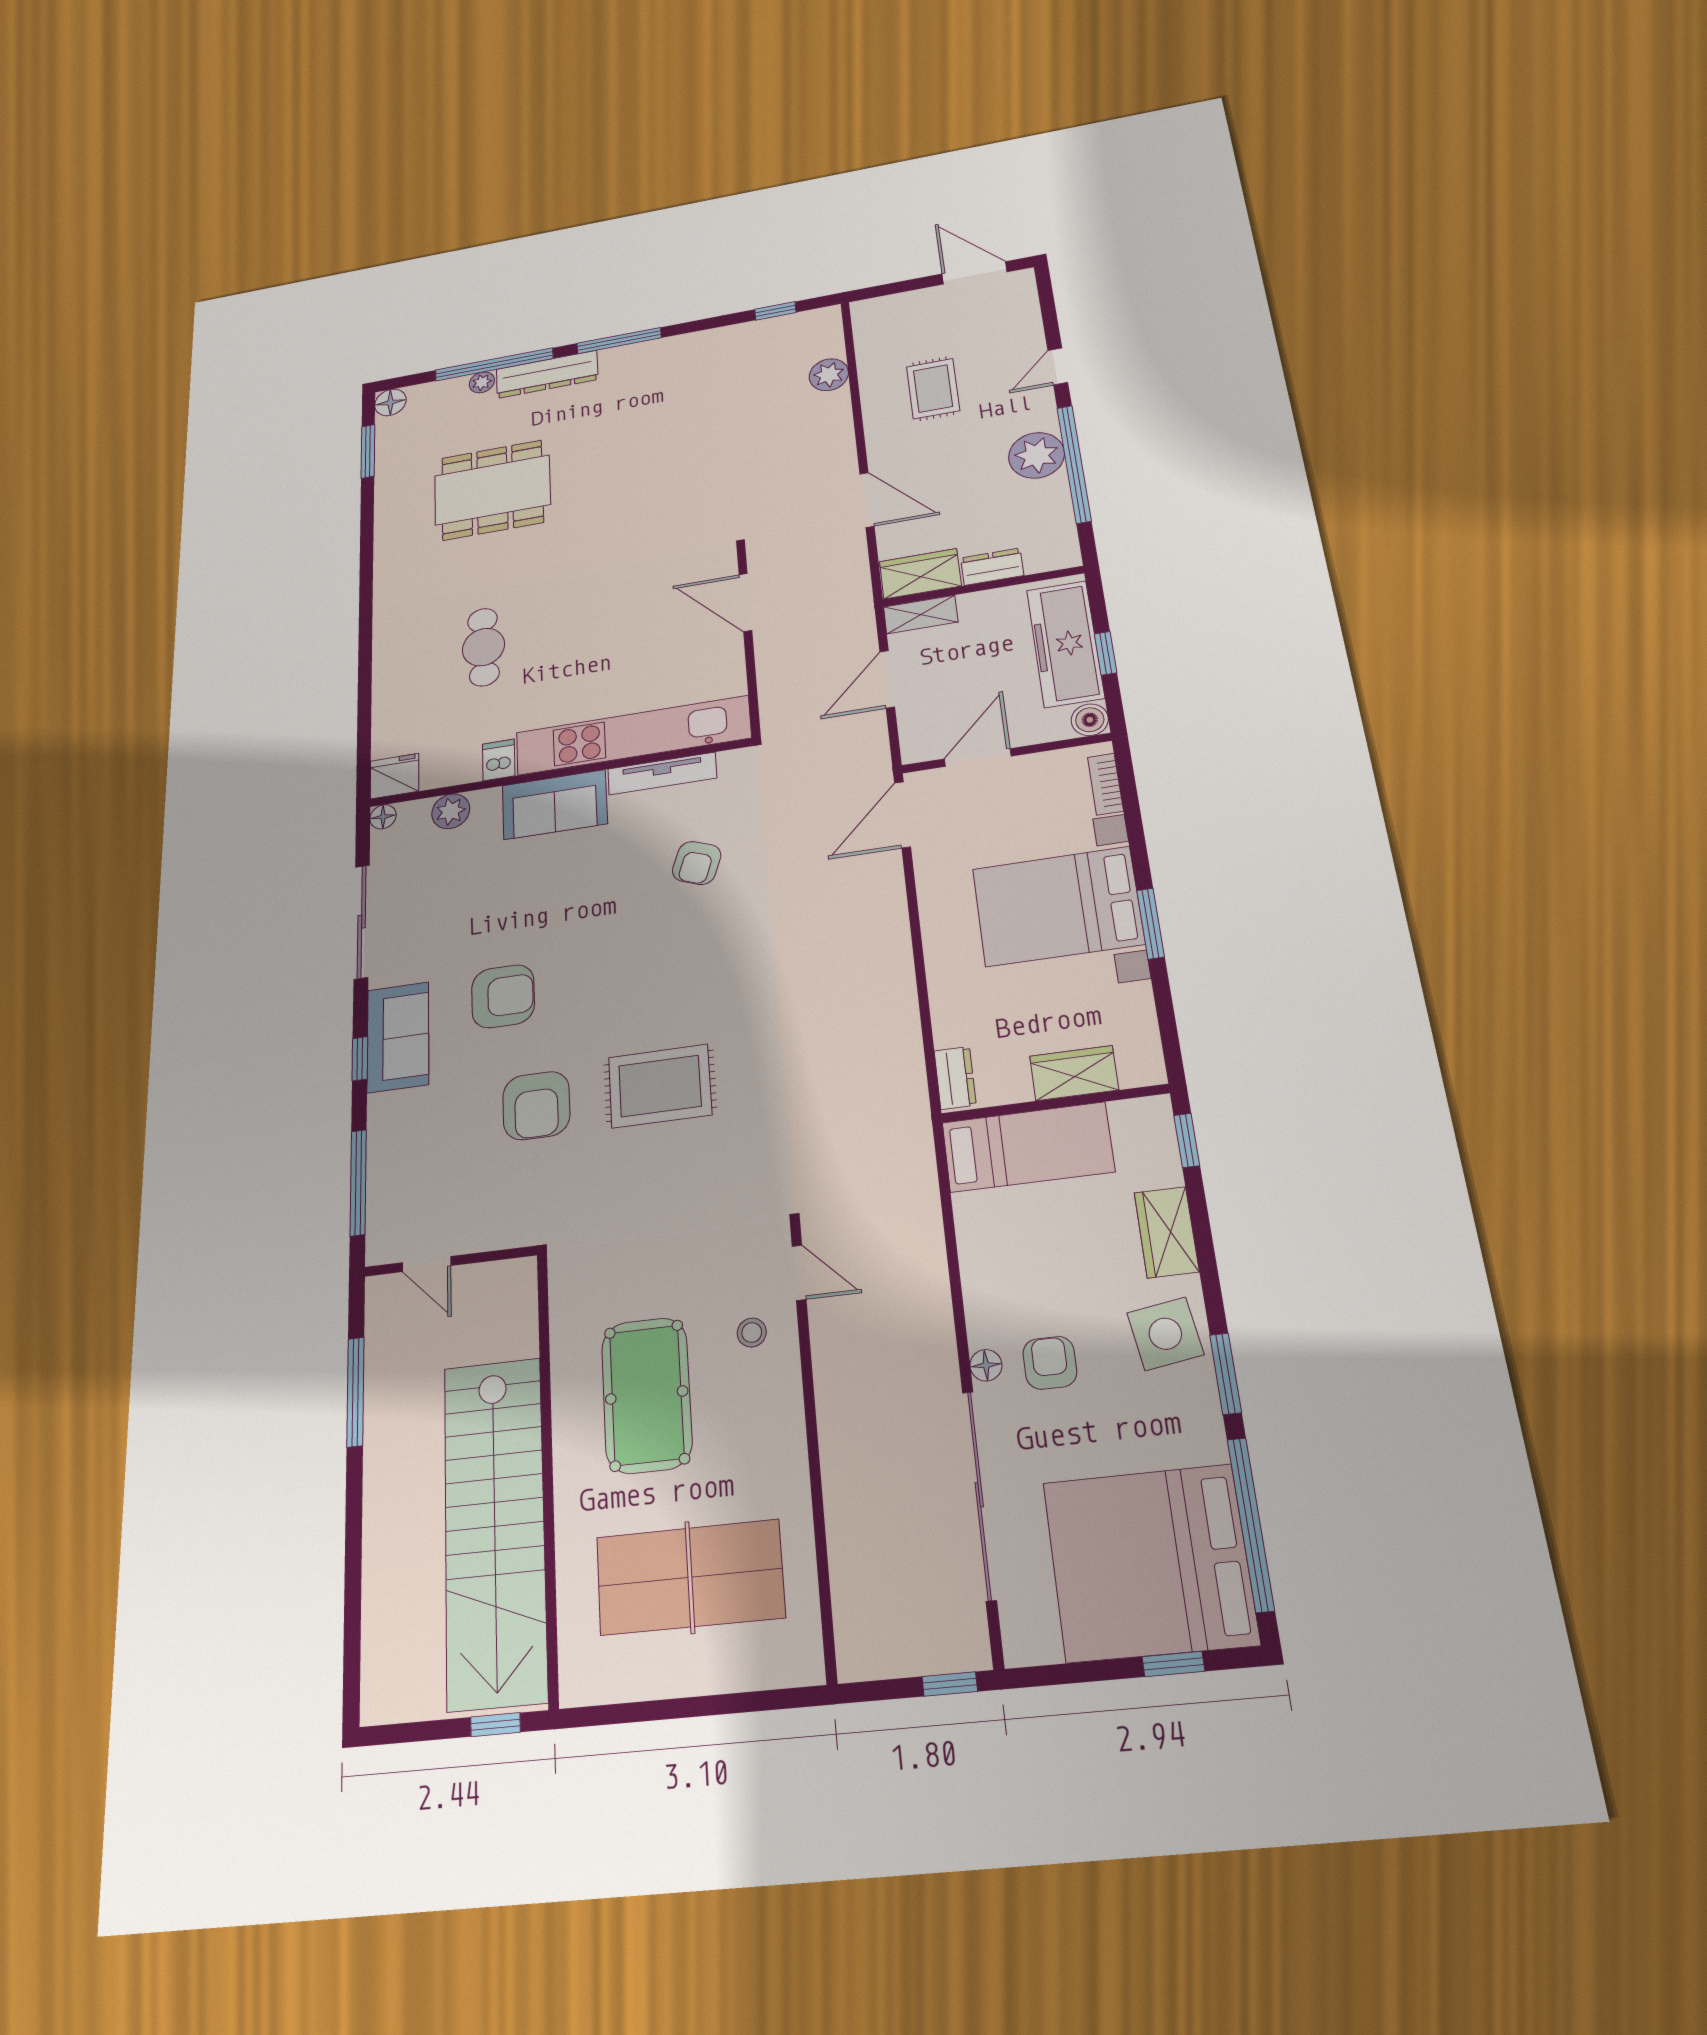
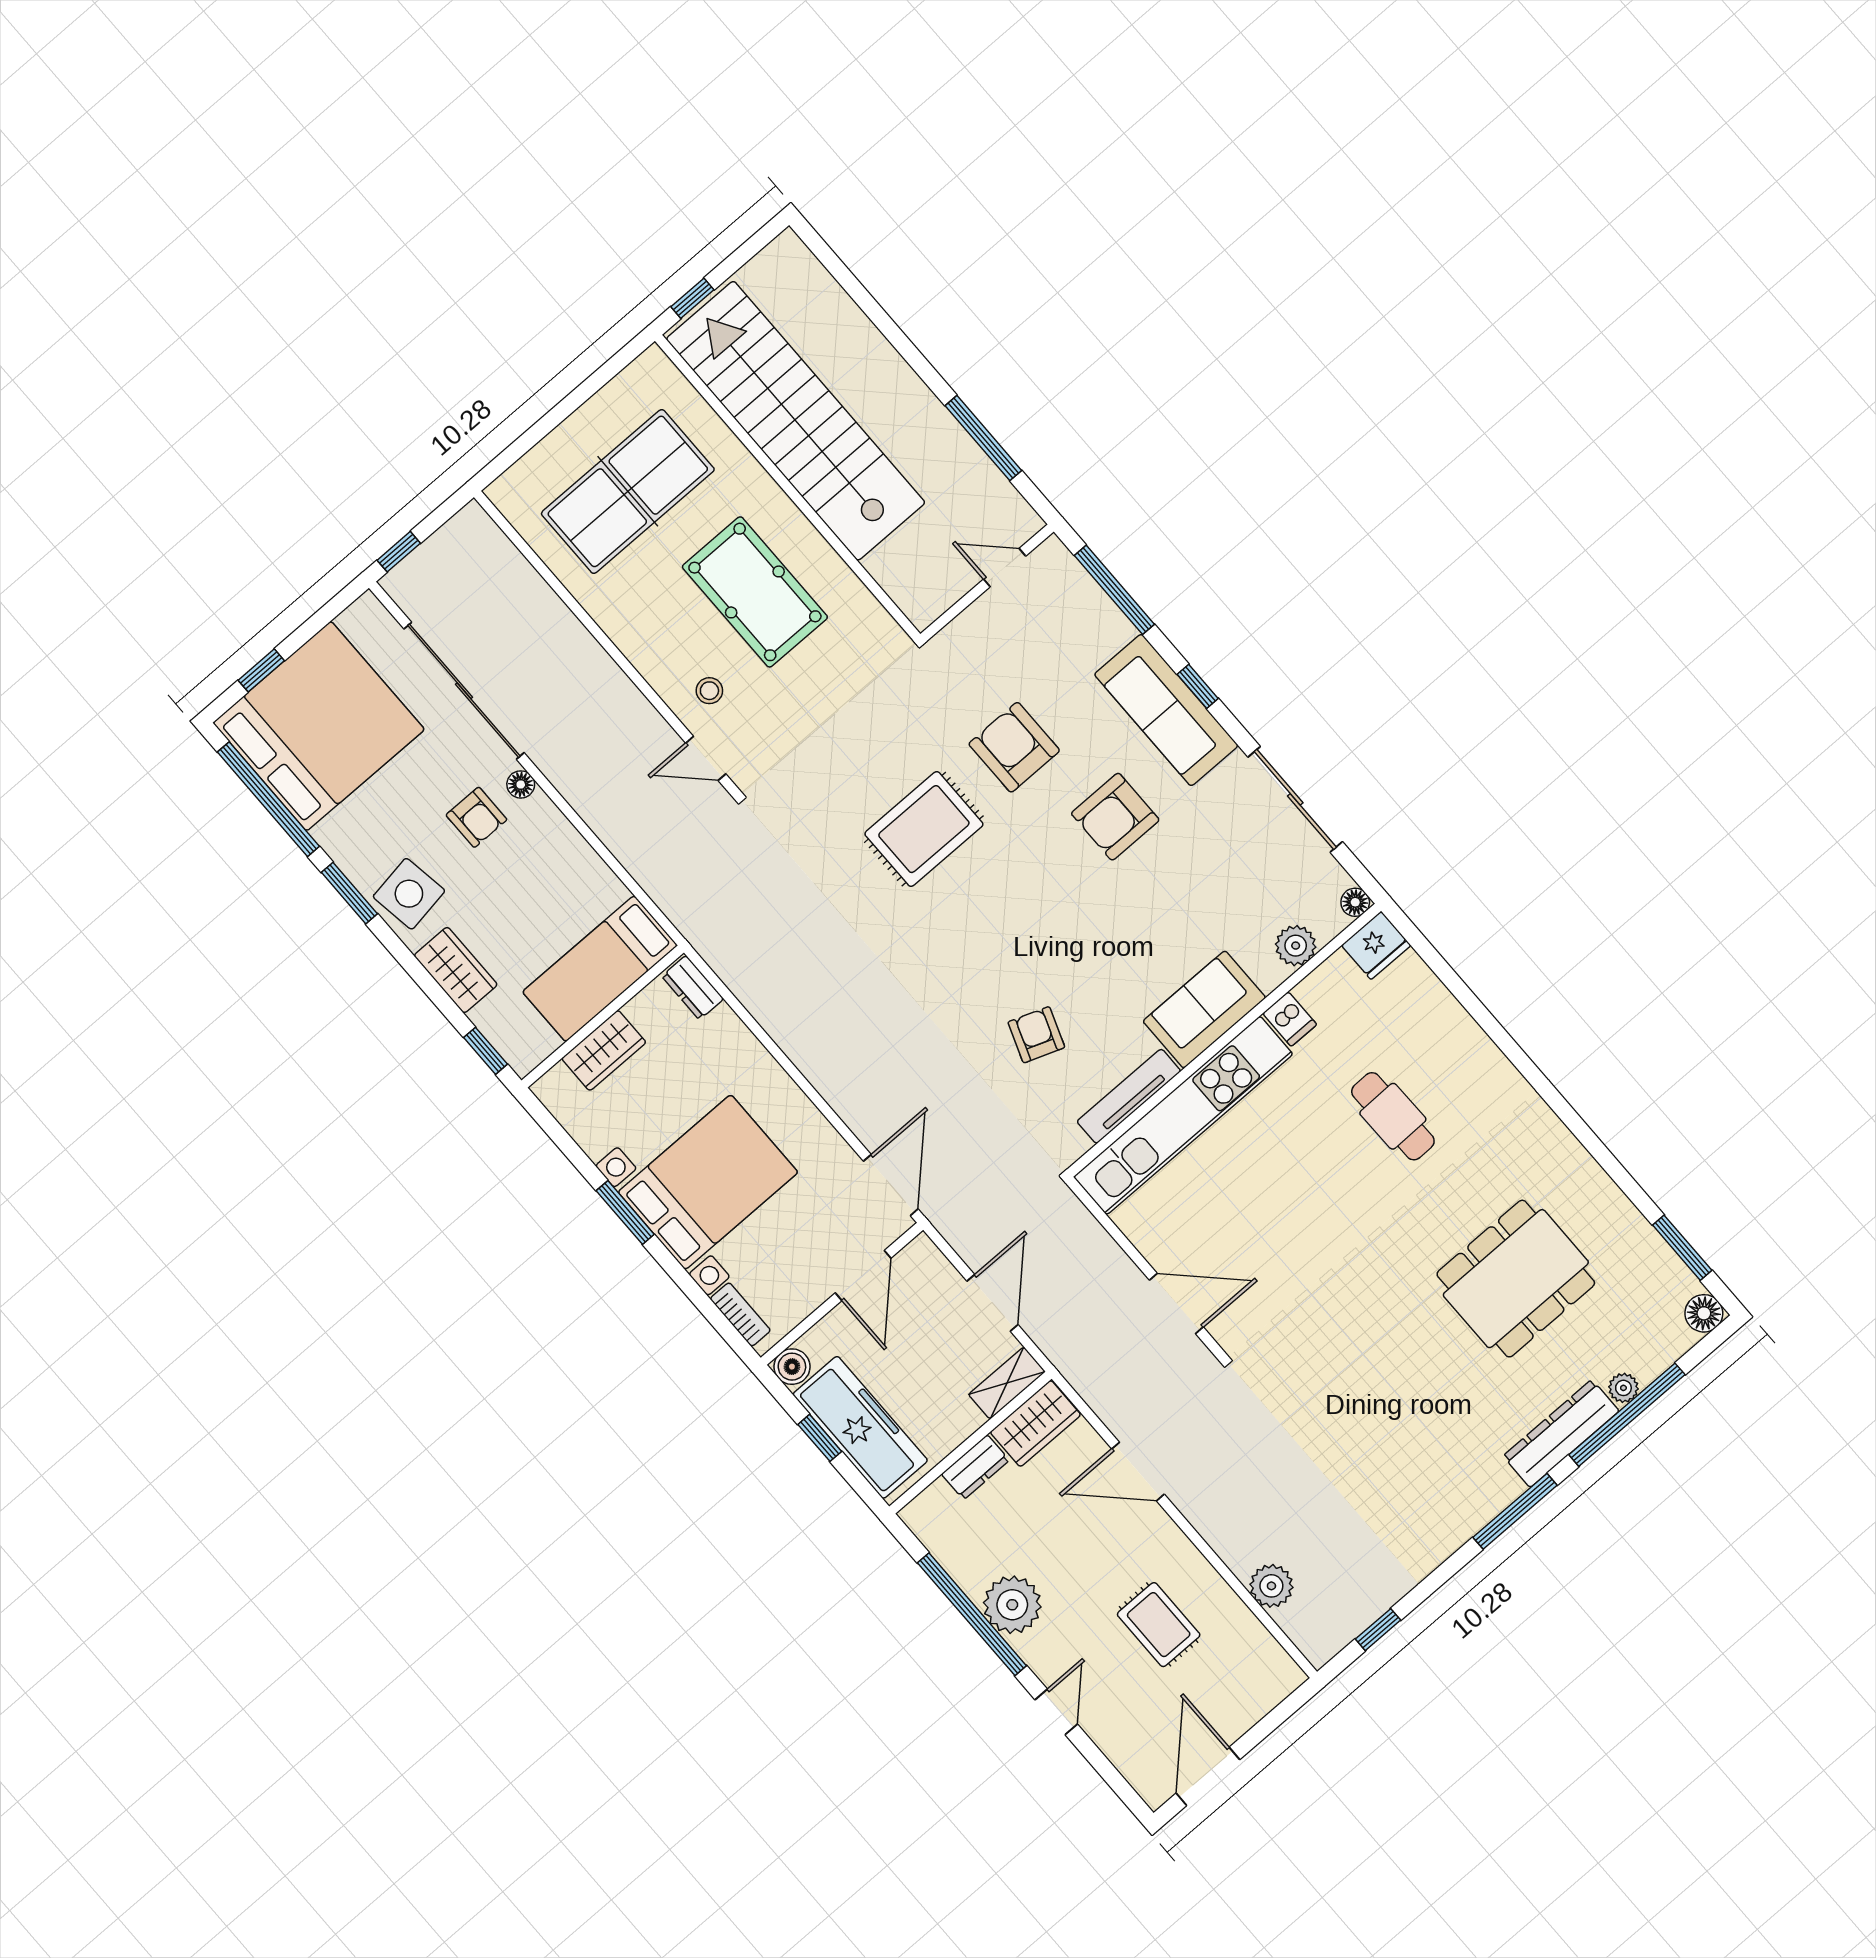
door: (974, 273) -> (1208, 1776), swing flipped
sofa: (398, 1037) -> (1166, 710), width x1.36

